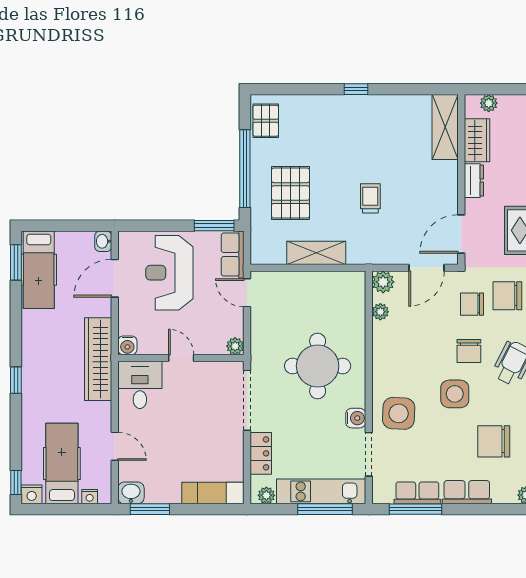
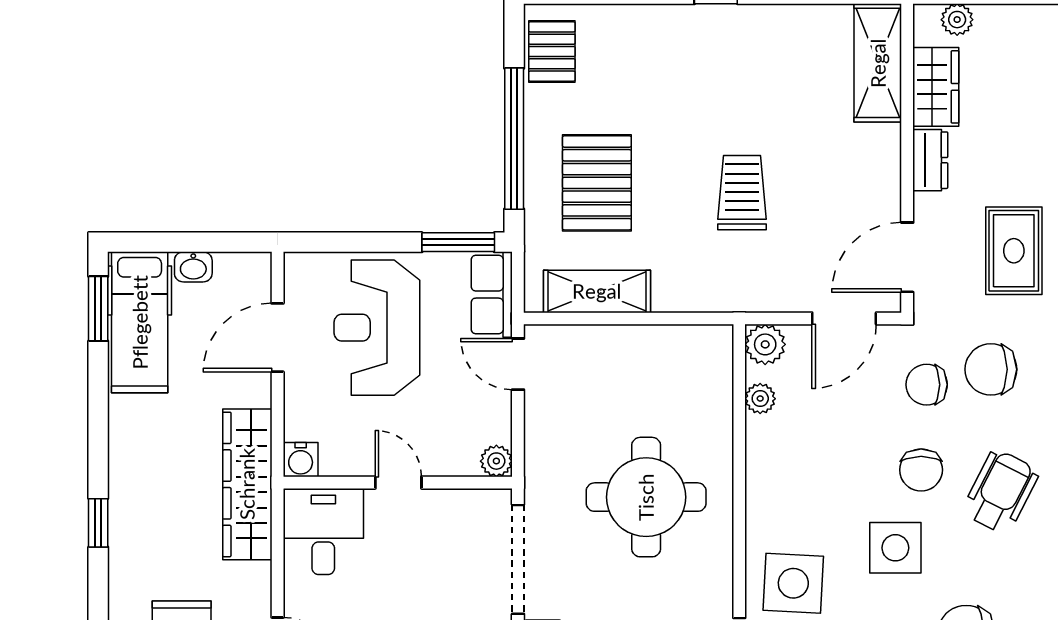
trolley: (370, 198) -> (742, 193), width x1.36, depth x1.39
washbasin: (103, 241) -> (193, 267), moved, turned -90
shelving: (316, 253) -> (597, 291), moved
water cooler: (356, 418) -> (715, 592), removed

